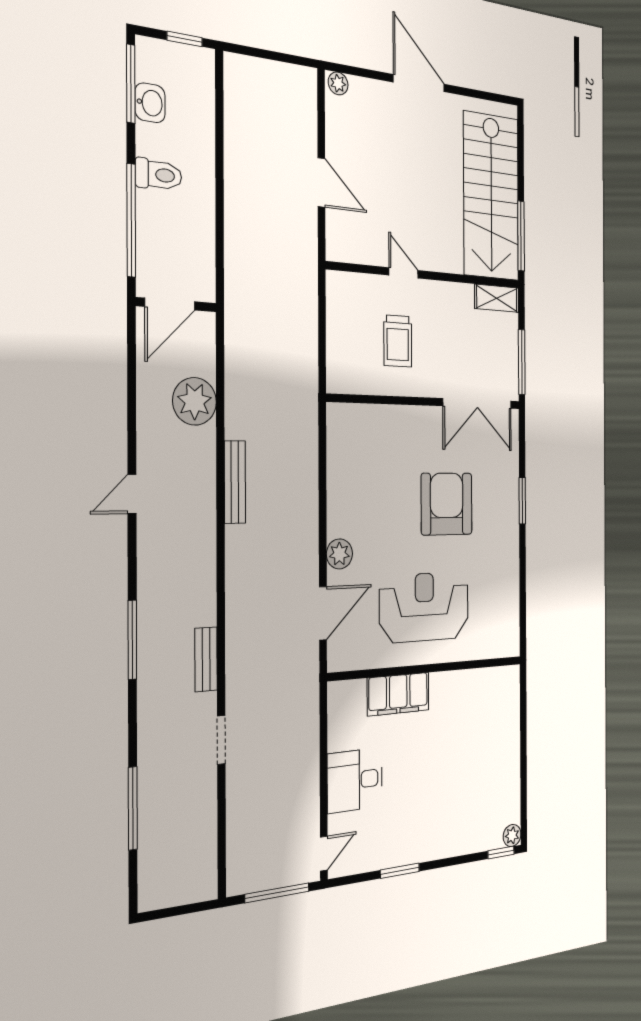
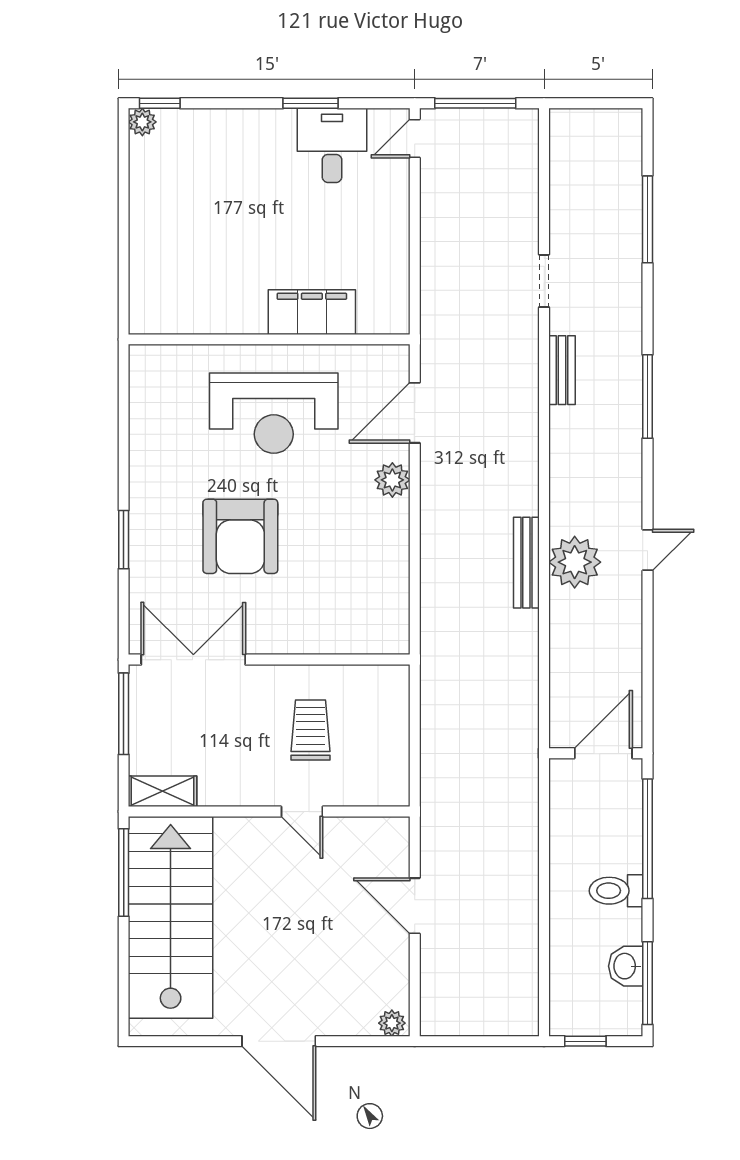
plant: (195, 401) -> (575, 562), moved
desk: (355, 780) -> (332, 145), moved, turned -90

